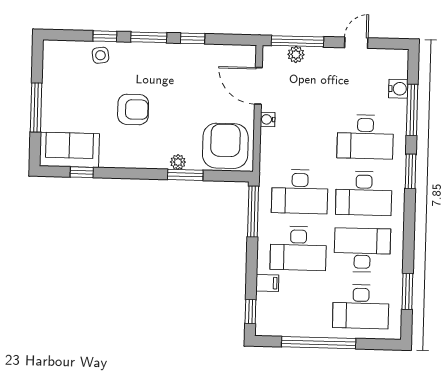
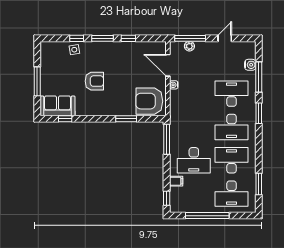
desk: (365, 137) -> (232, 94), turned 180
armchair: (225, 146) -> (149, 101), turned -90
plant: (178, 162) -> (122, 111), removed
desk: (300, 192) -> (194, 127), removed

